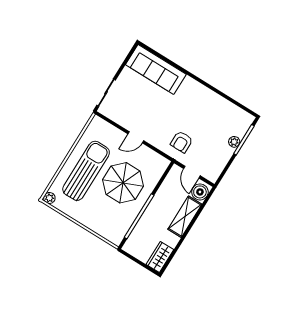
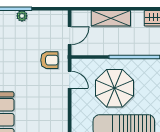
door: (136, 137) -> (70, 80), moved
boiler: (200, 192) -> (82, 19), removed

